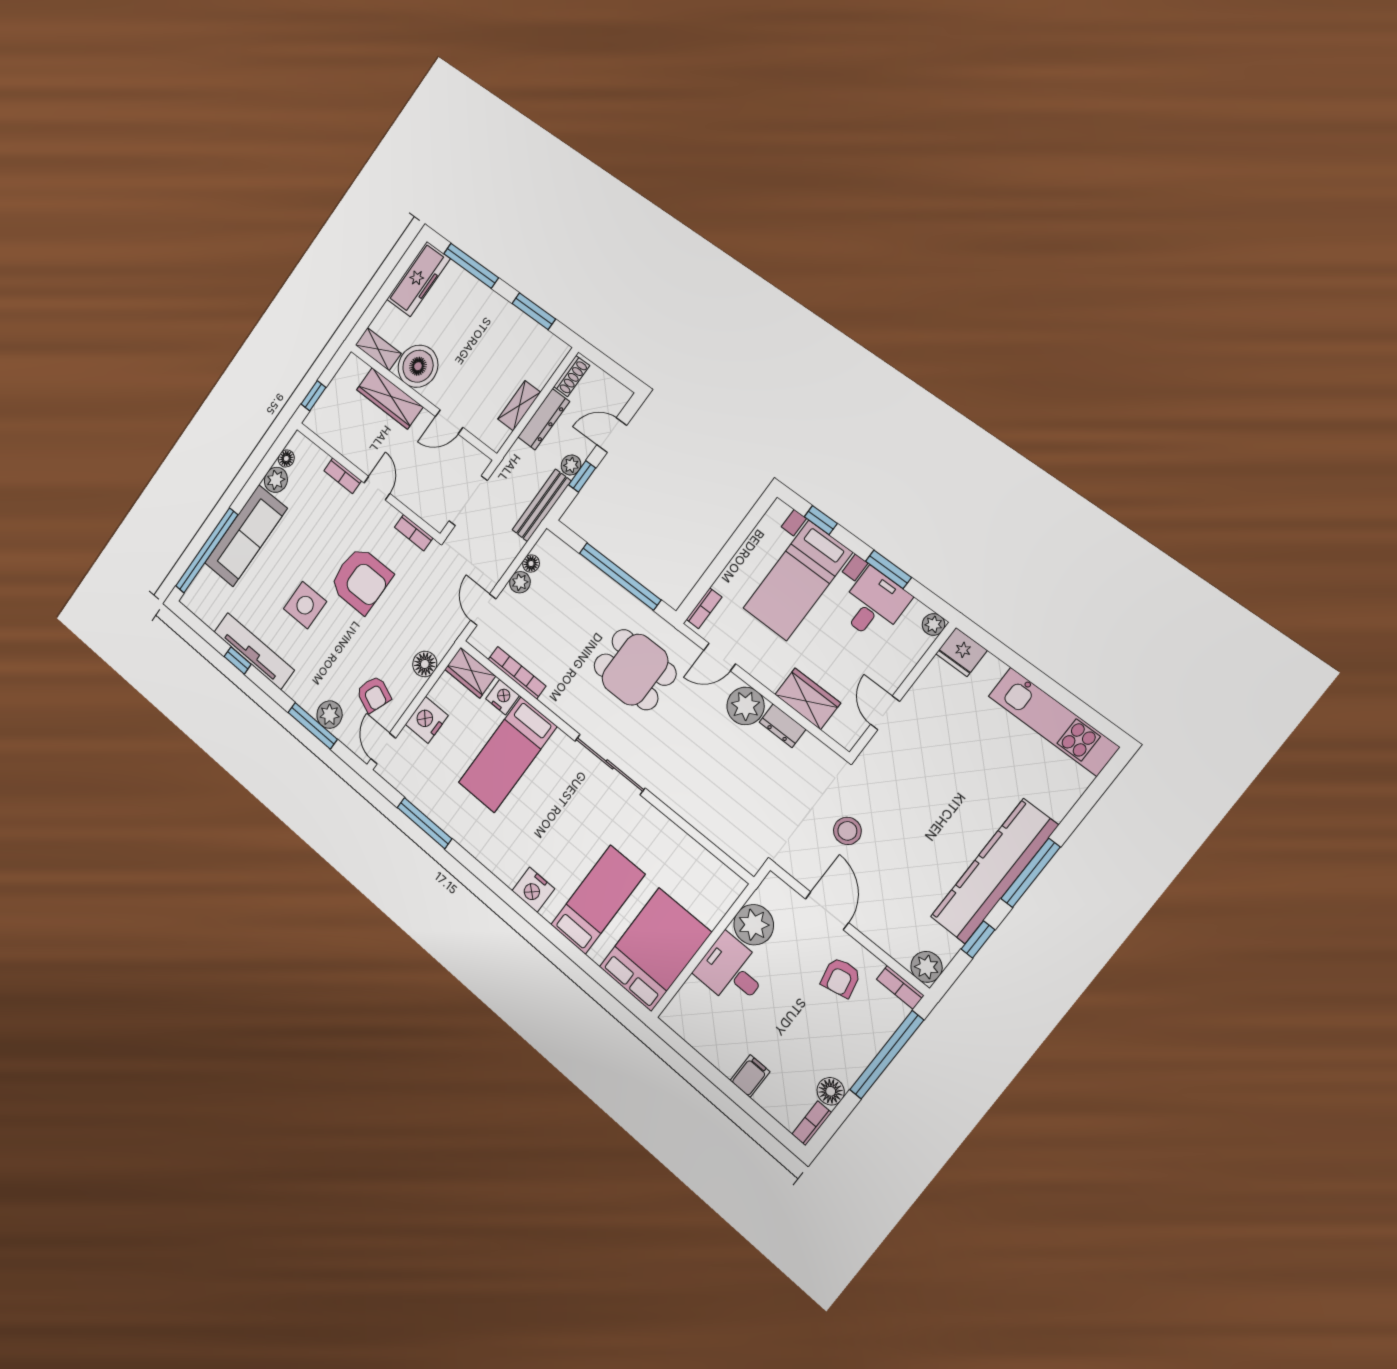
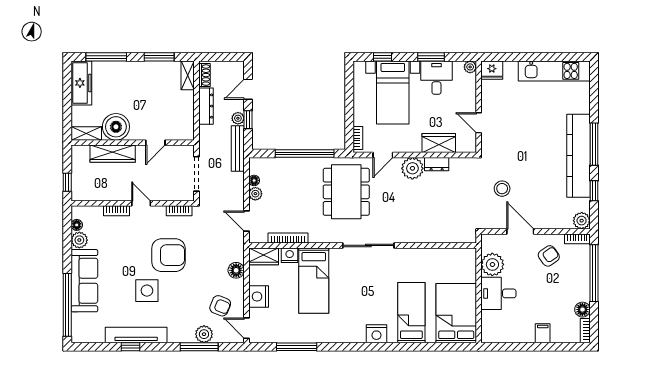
shelving: (519, 406) -> (188, 75), moved
dining table: (635, 670) -> (346, 192), width x1.38
armchair: (841, 978) -> (549, 256), turned -113

